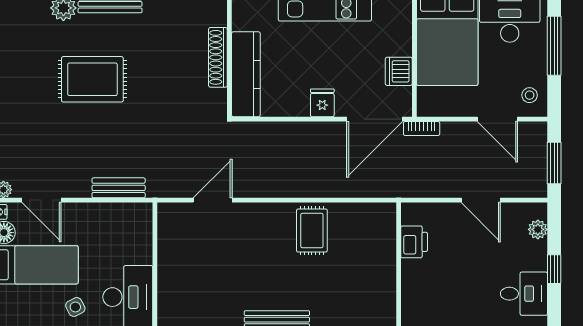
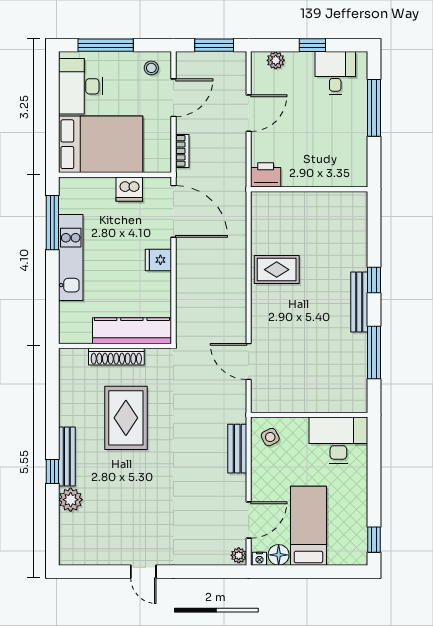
rug: (92, 79) -> (126, 418), moved
bookcase: (422, 128) -> (182, 151), moved
printer: (414, 242) -> (266, 175), moved
side table: (75, 307) -> (270, 437), moved

